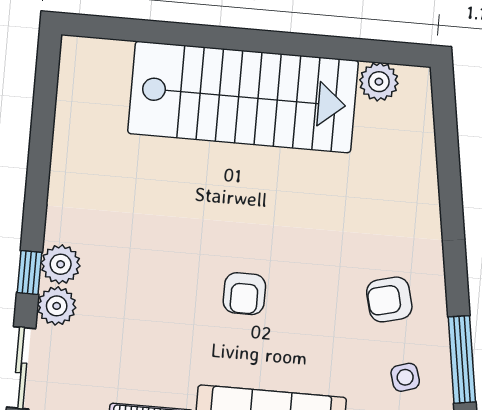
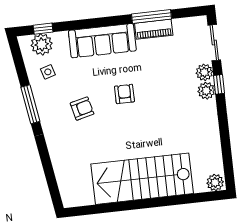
plant: (379, 82) -> (215, 183), moved
armchair: (389, 299) -> (82, 109), moved
window: (462, 359) -> (30, 104), moved

